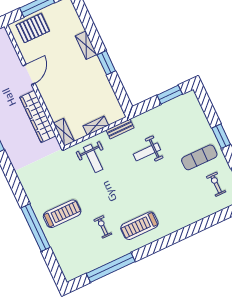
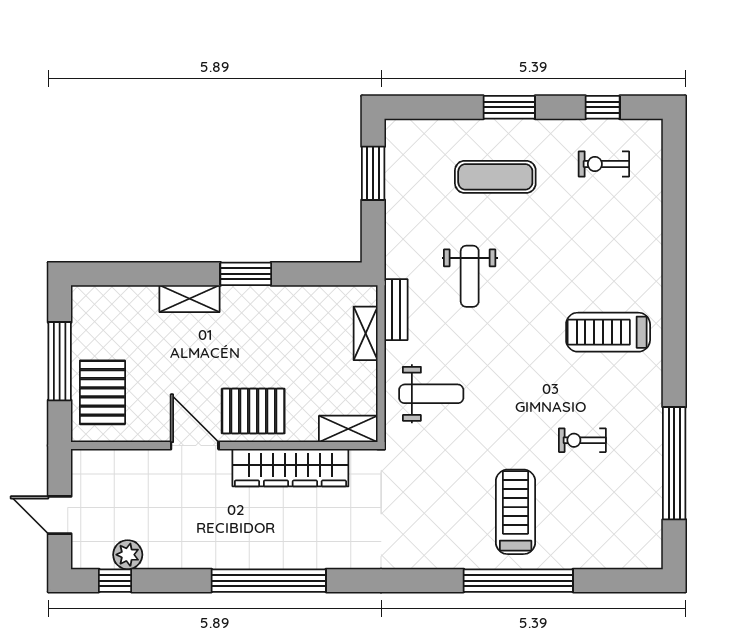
pallet: (53, 91) -> (253, 411), added
shelving: (96, 126) -> (366, 333), moved
exercise mat: (199, 157) -> (495, 177), moved, turned 90
treadmill: (139, 226) -> (608, 332), moved, turned 90

